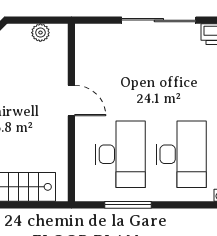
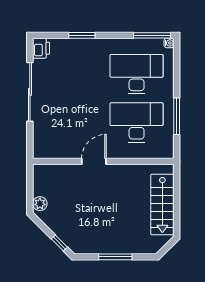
plant: (40, 33) -> (40, 204), moved

